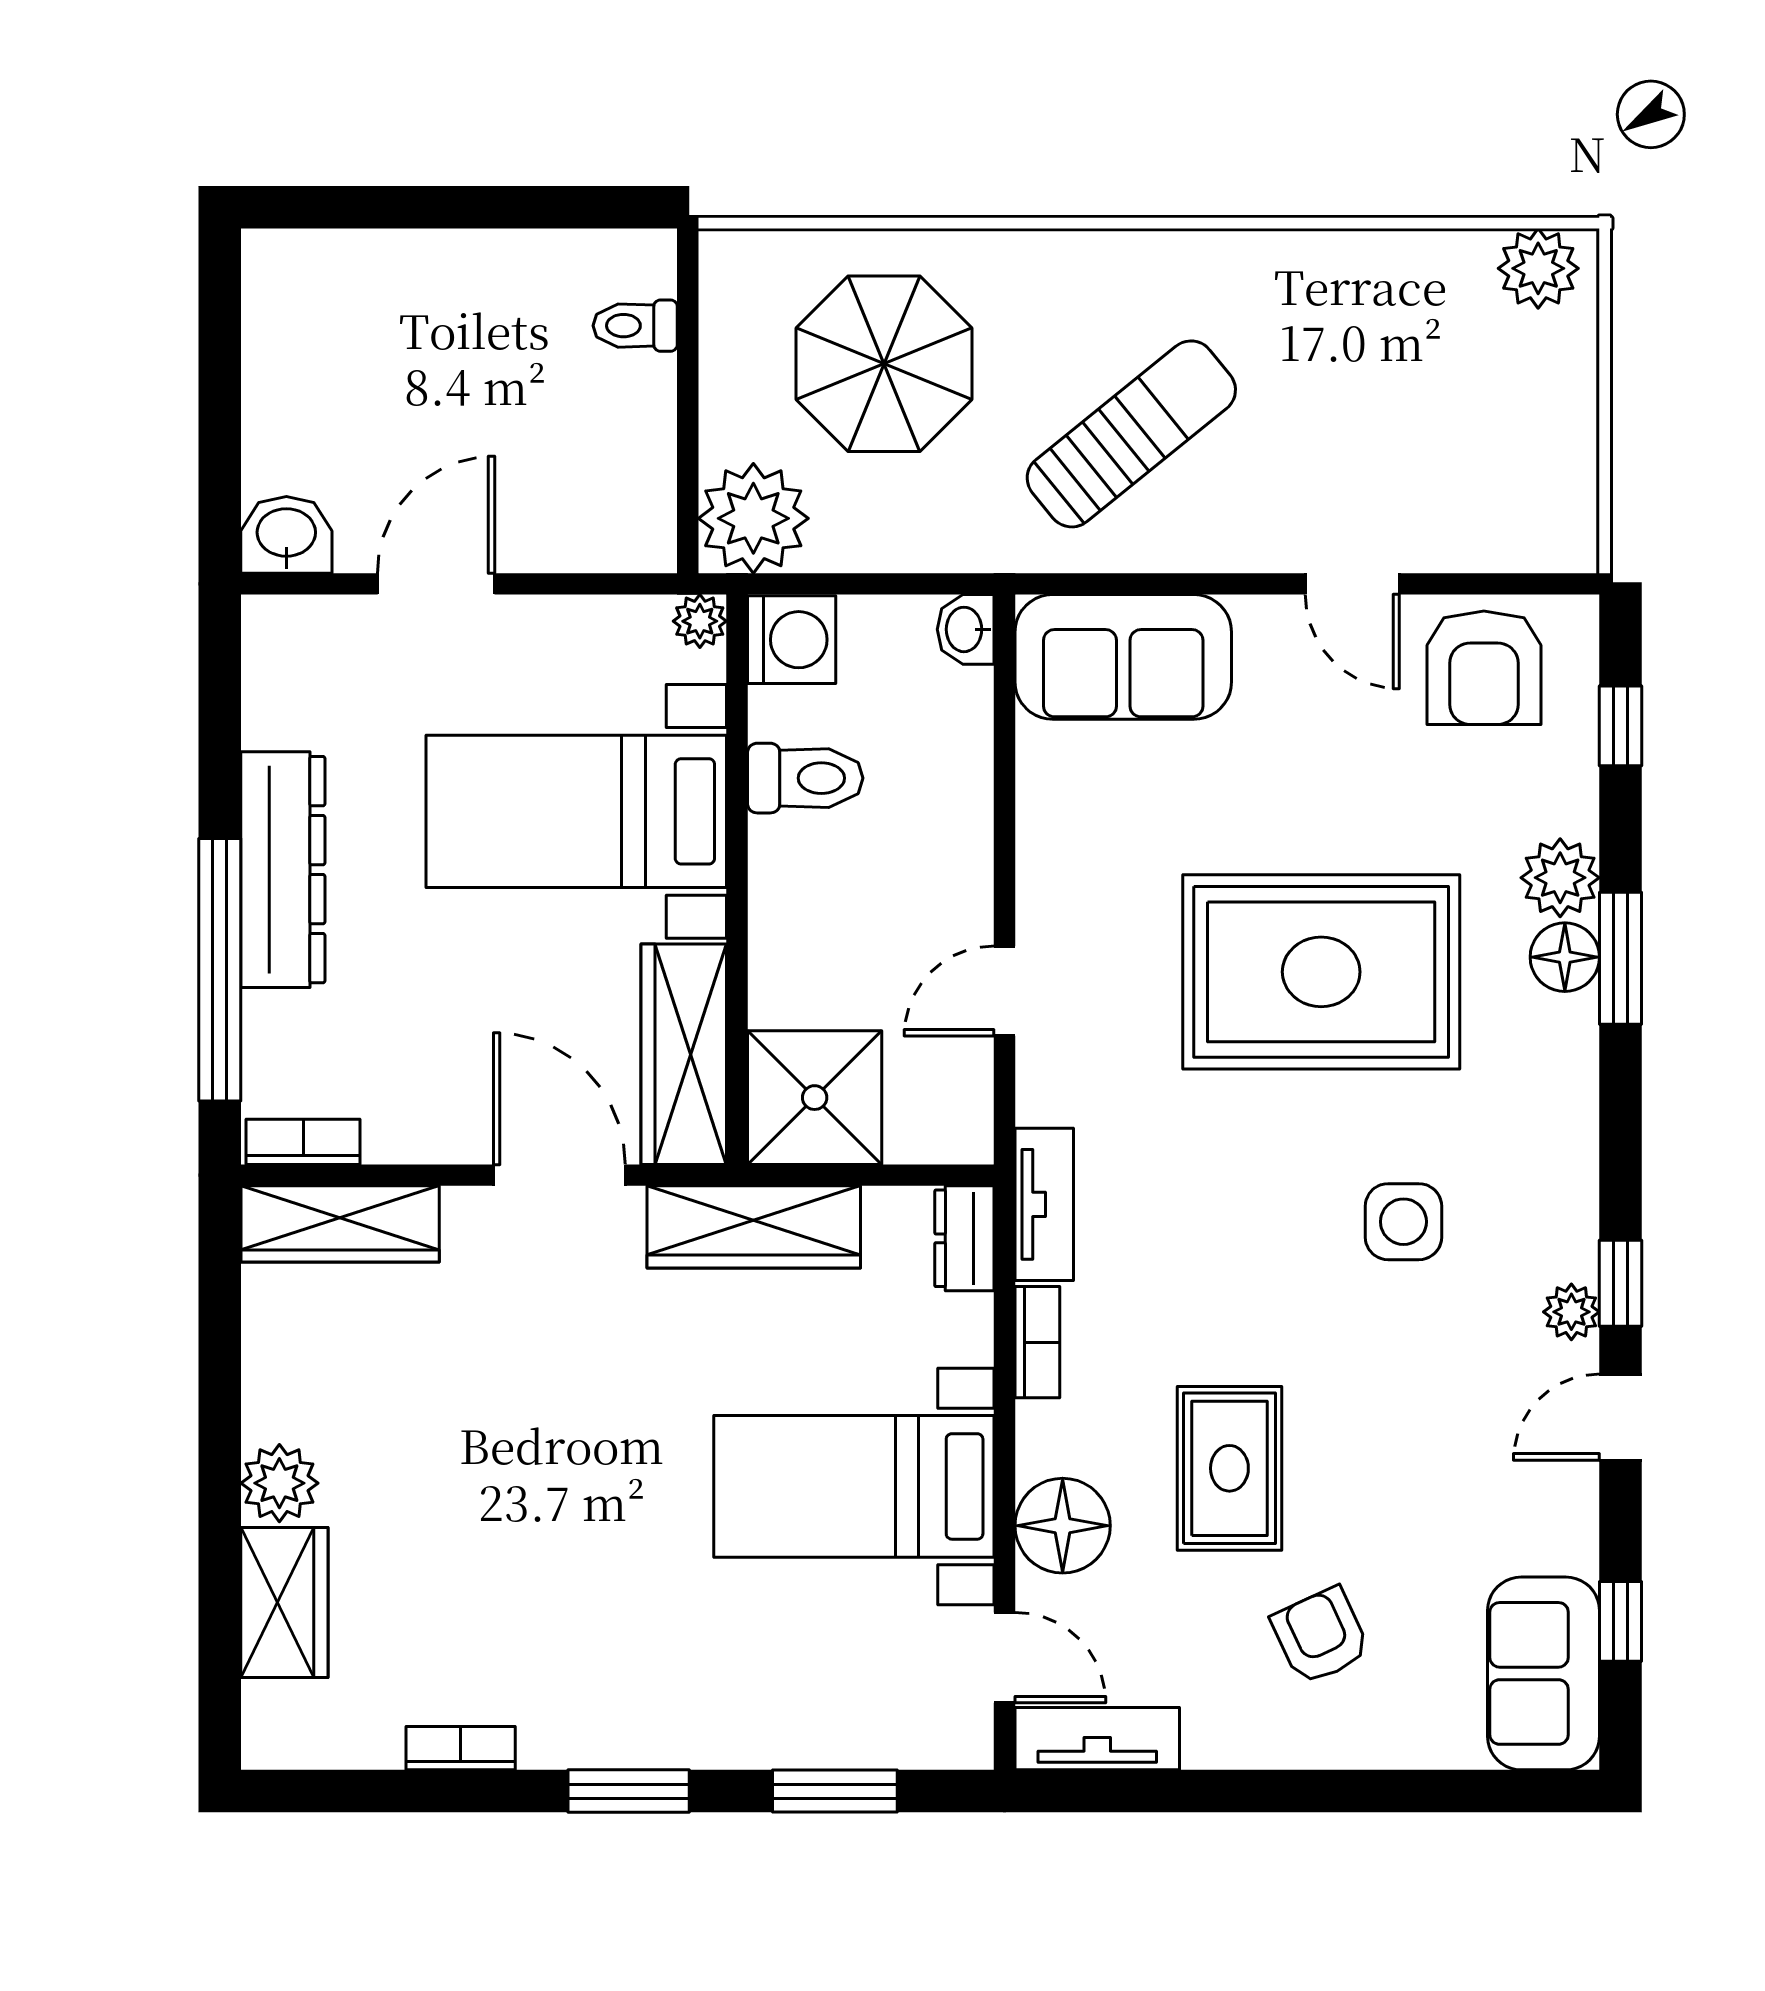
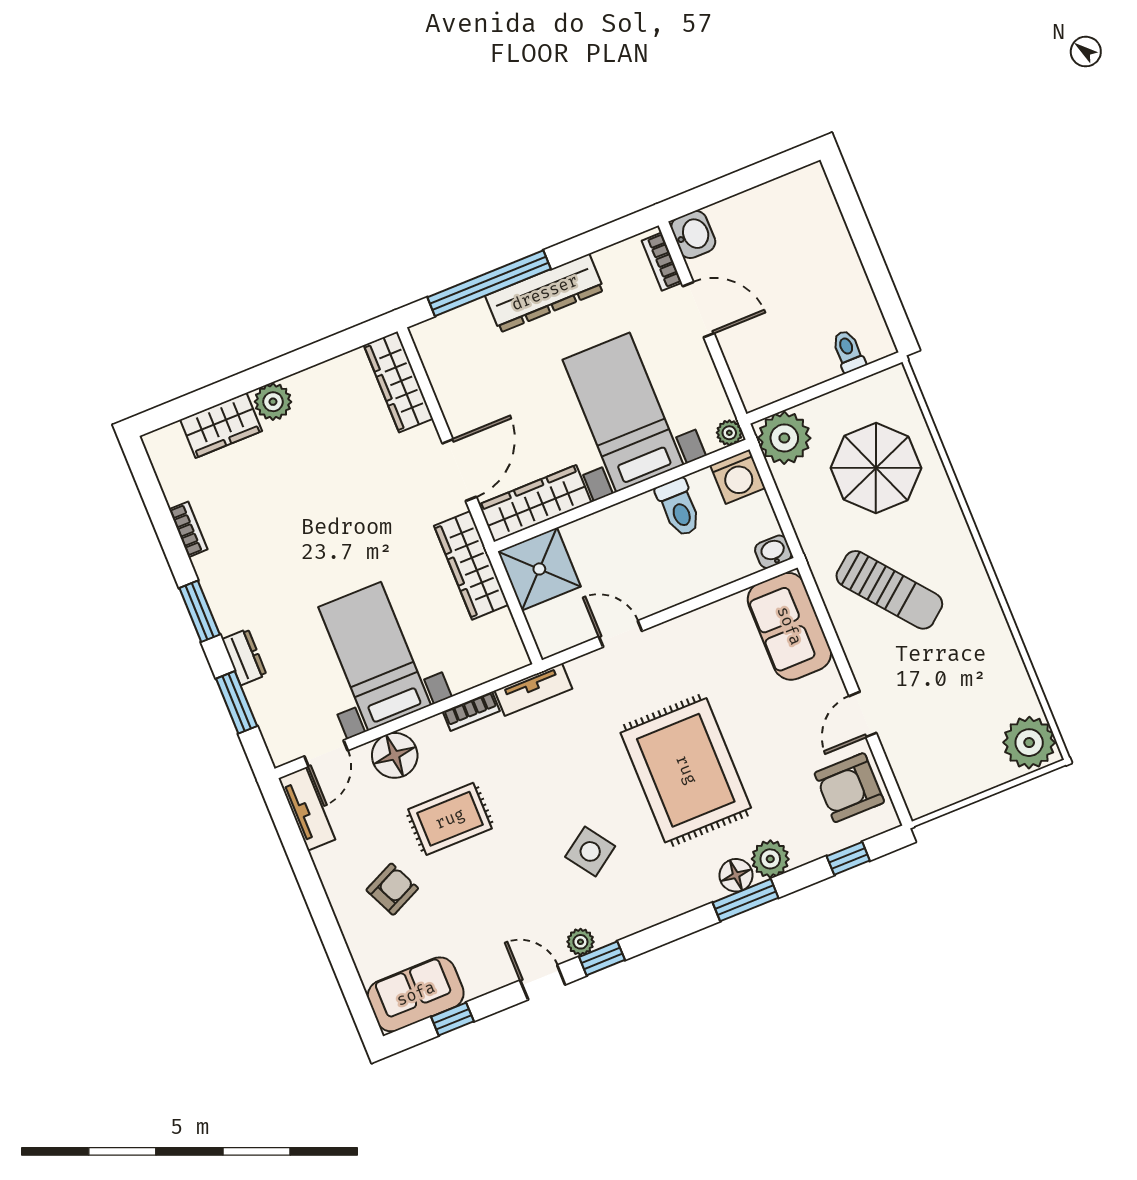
plant: (1538, 268) -> (1029, 743), width x1.36, depth x1.36
bookcase: (303, 1142) -> (662, 262), moved, turned 180
side table: (1403, 1222) -> (590, 851), turned -35
dresser: (964, 1238) -> (244, 657), moved, turned 90

